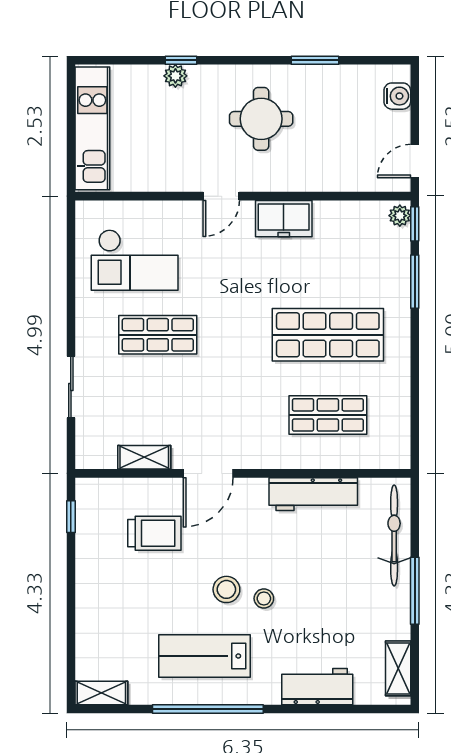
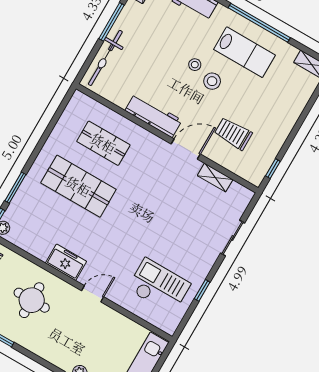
round table: (261, 119) -> (32, 300), moved
window: (71, 290) -> (202, 290), added
shop shelf: (158, 335) -> (170, 239), removed
workbench: (313, 494) -> (153, 115), moved

